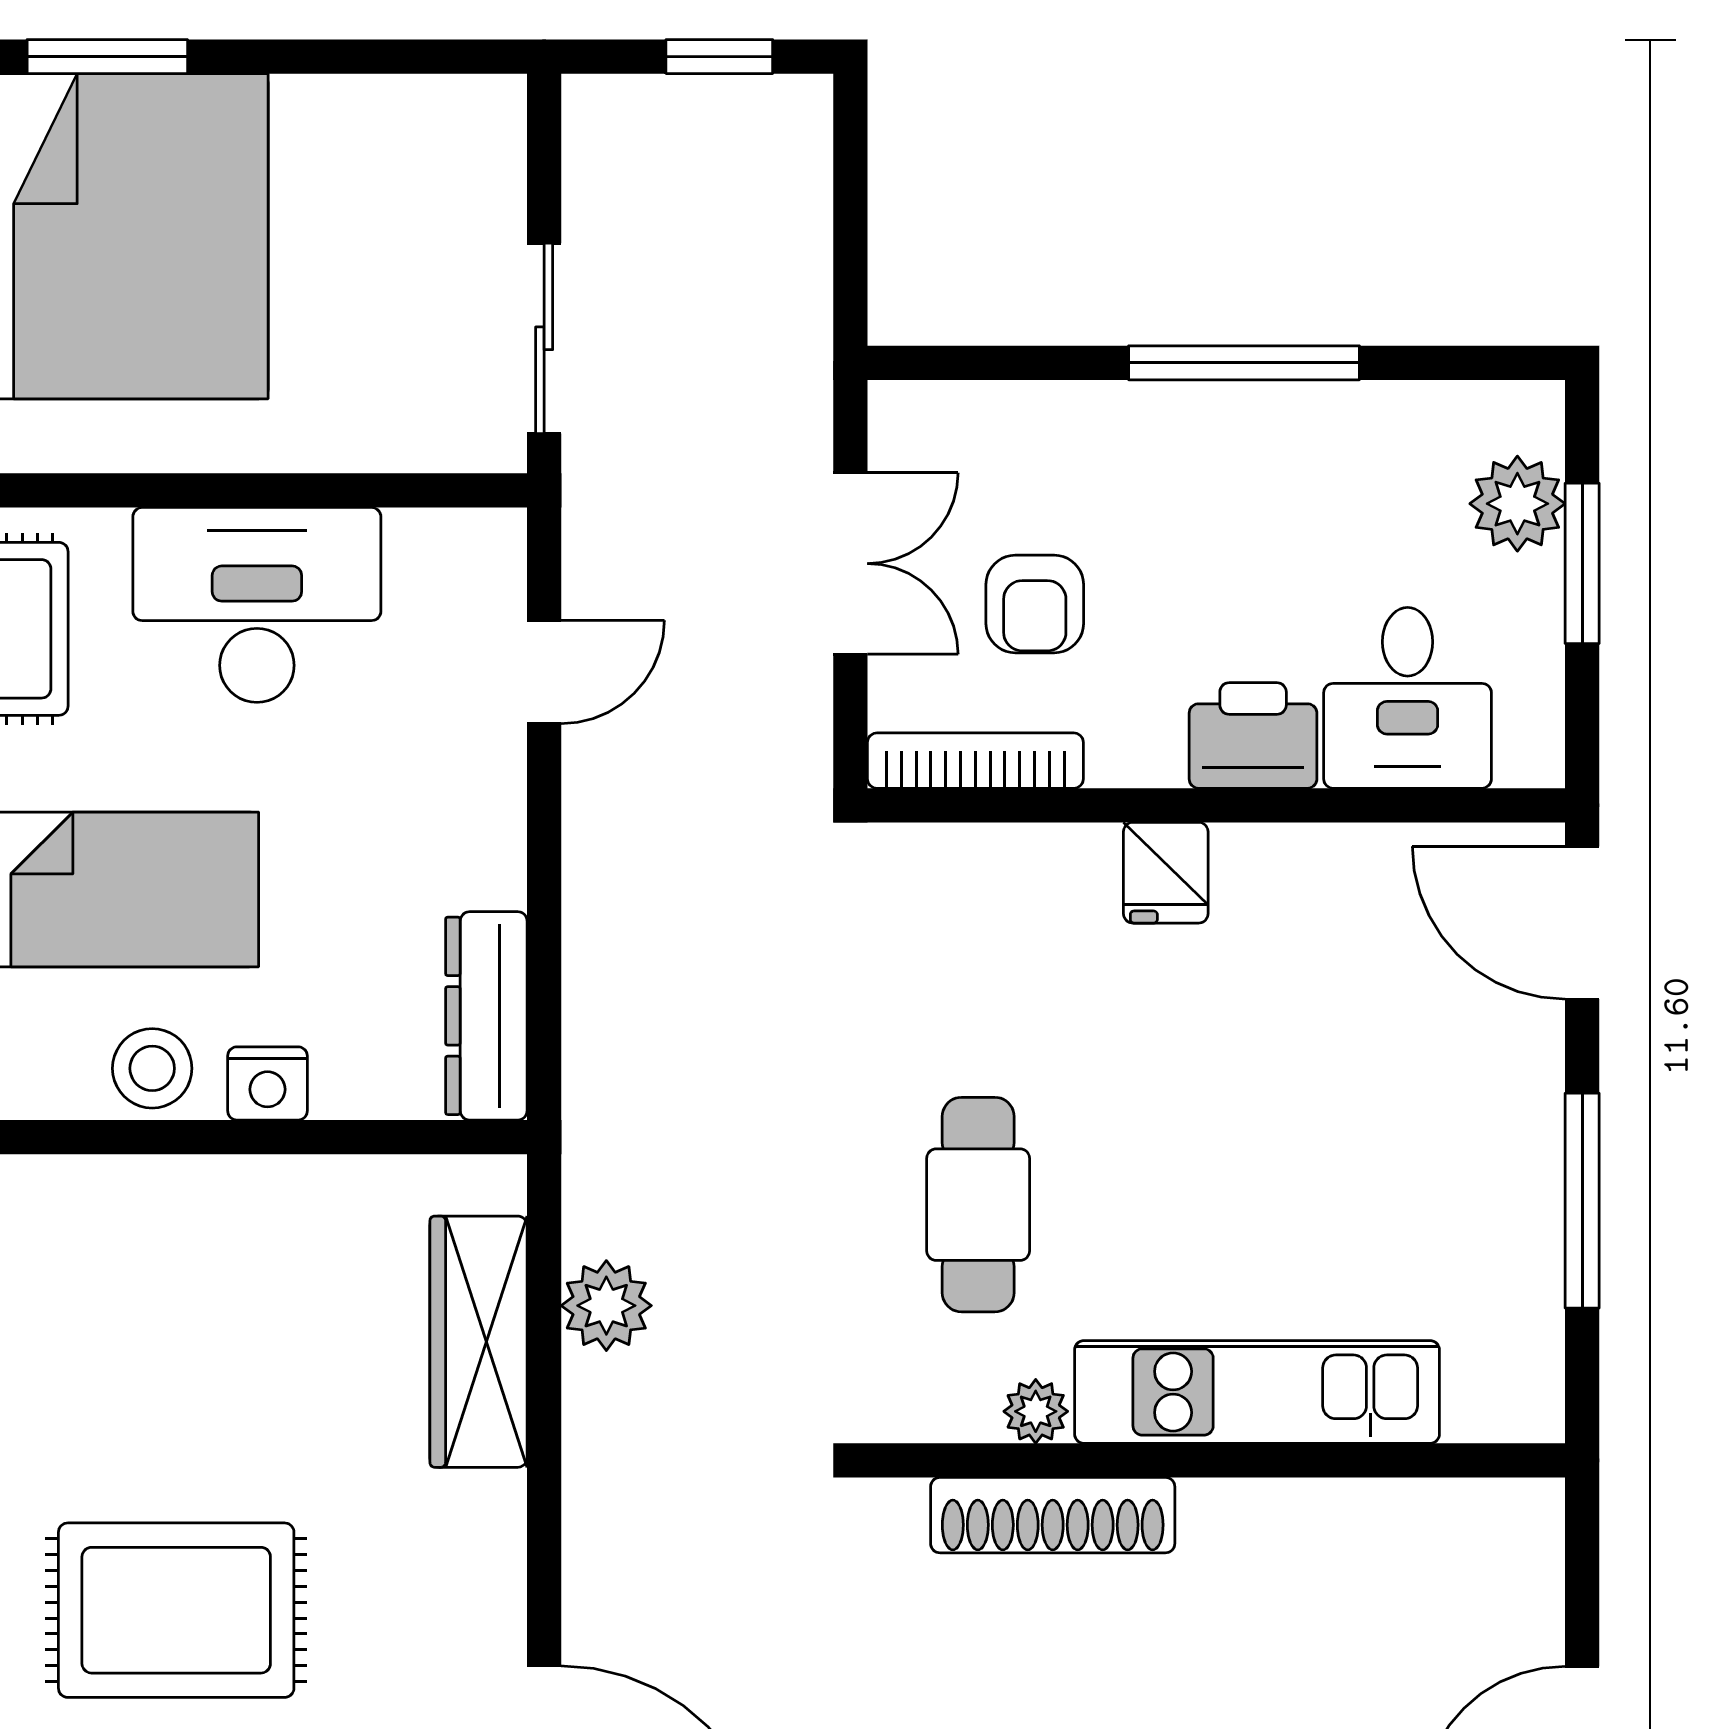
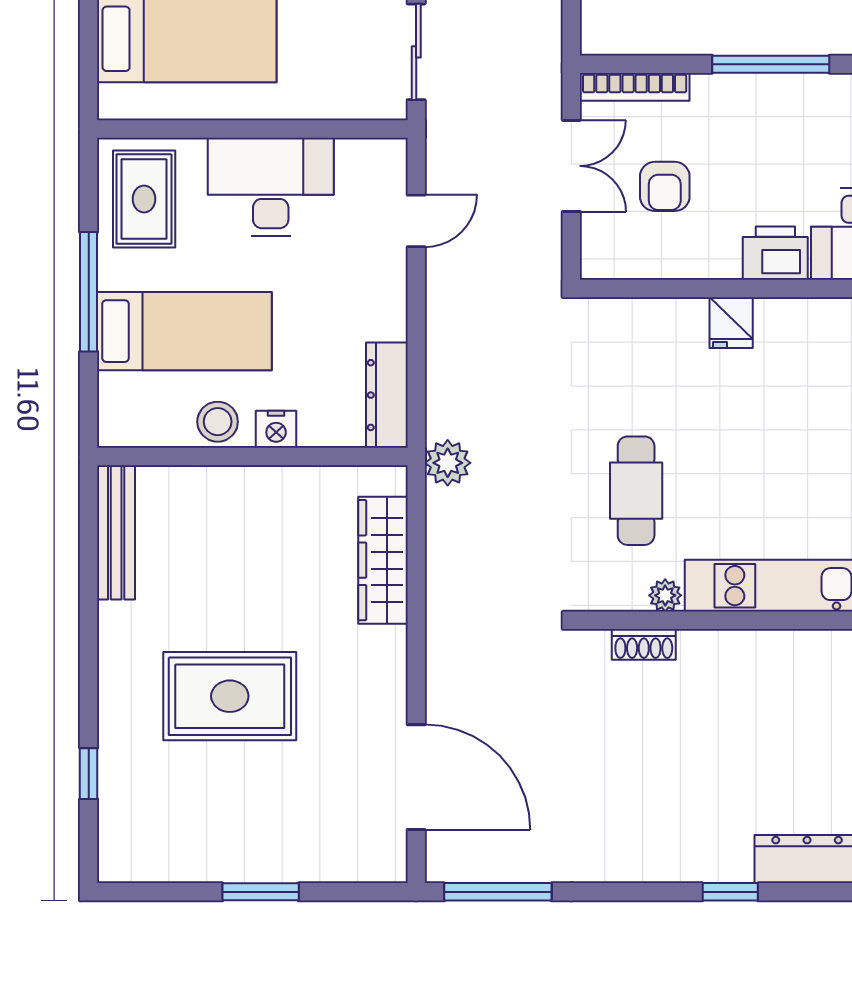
bookcase: (975, 761) -> (635, 87), moved, turned 180
plant: (606, 1306) -> (448, 463), moved
shoe rack: (1053, 1515) -> (644, 644), width x0.51, depth x0.81

